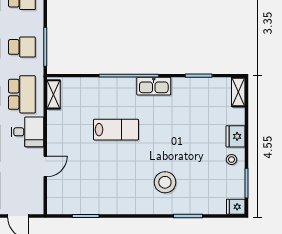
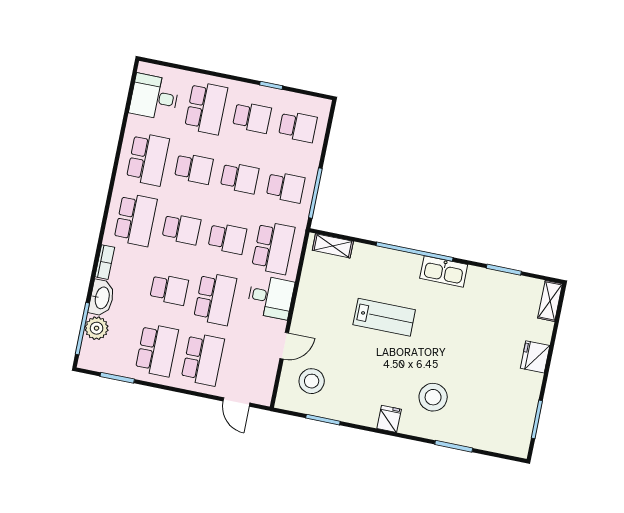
shelving: (53, 94) -> (333, 246), moved, turned 90
stool: (232, 160) -> (312, 381), moved, width x1.89, depth x1.89
fridge: (236, 207) -> (389, 419), moved, turned 90

